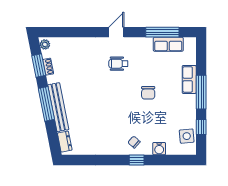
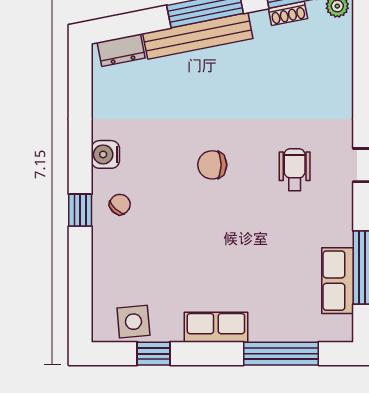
row of seats: (189, 79) -> (216, 327), moved
window: (201, 92) -> (281, 354), moved
chair: (148, 93) -> (212, 165), moved
water cooler: (159, 149) -> (105, 154), moved

